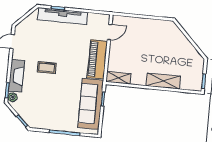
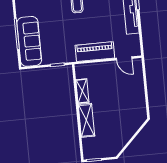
shelving: (118, 78) -> (82, 91), moved
sofa: (91, 104) -> (29, 41), moved, turned 90

